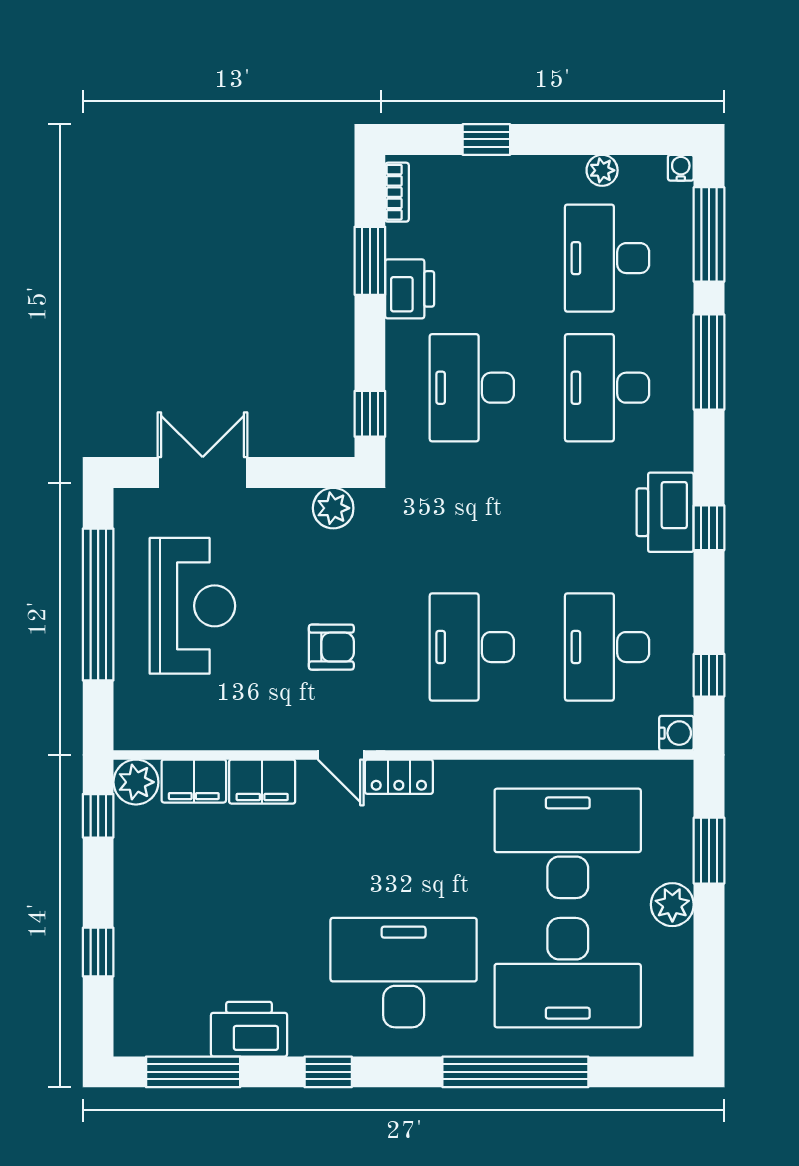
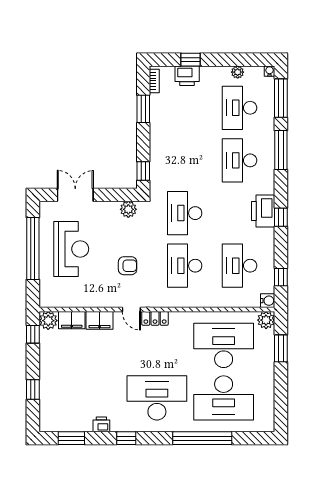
printer: (410, 289) -> (187, 76), moved, turned 90
desk: (472, 388) -> (185, 213), moved
plant: (672, 905) -> (266, 320), moved
printer: (249, 1029) -> (101, 424), width x0.53, depth x0.68
window: (193, 1072) -> (71, 438), width x0.69

